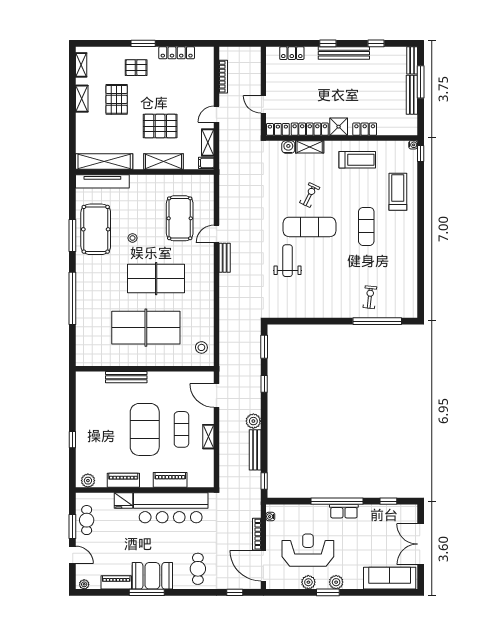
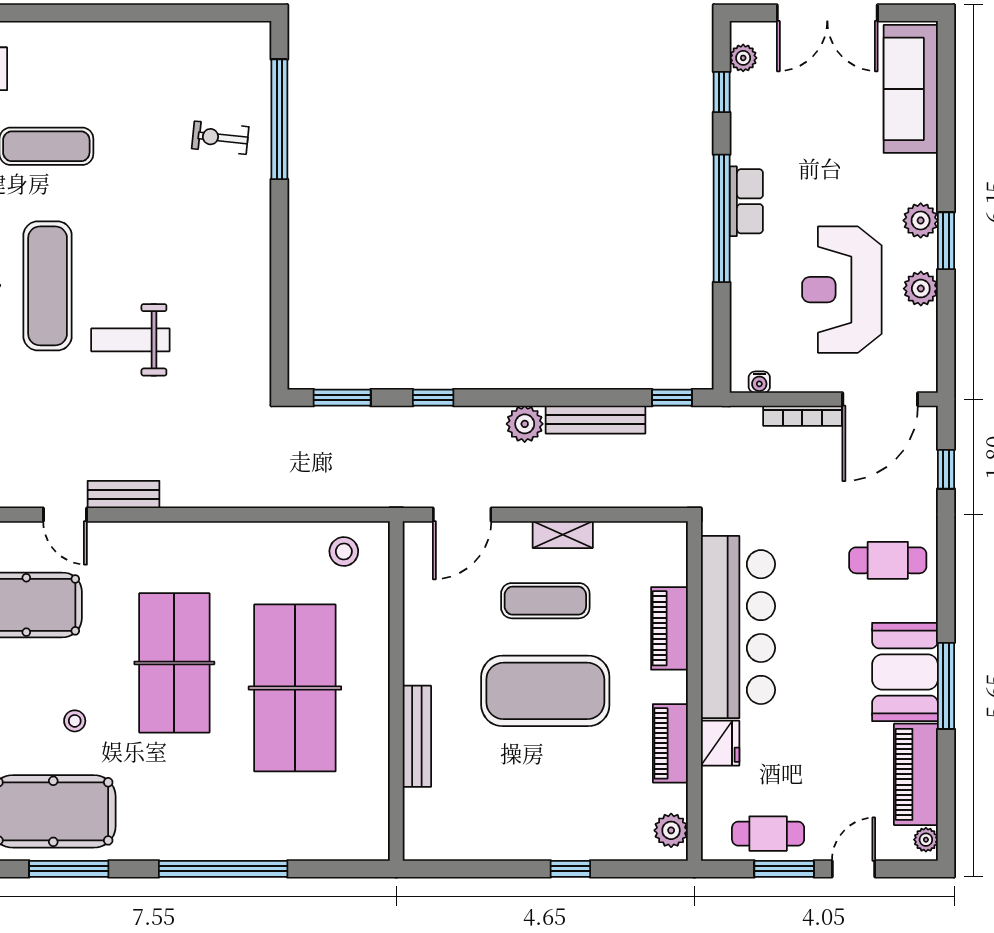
plant: (402, 510) -> (743, 58), added
piano: (116, 582) -> (916, 774), width x1.37, depth x1.33

